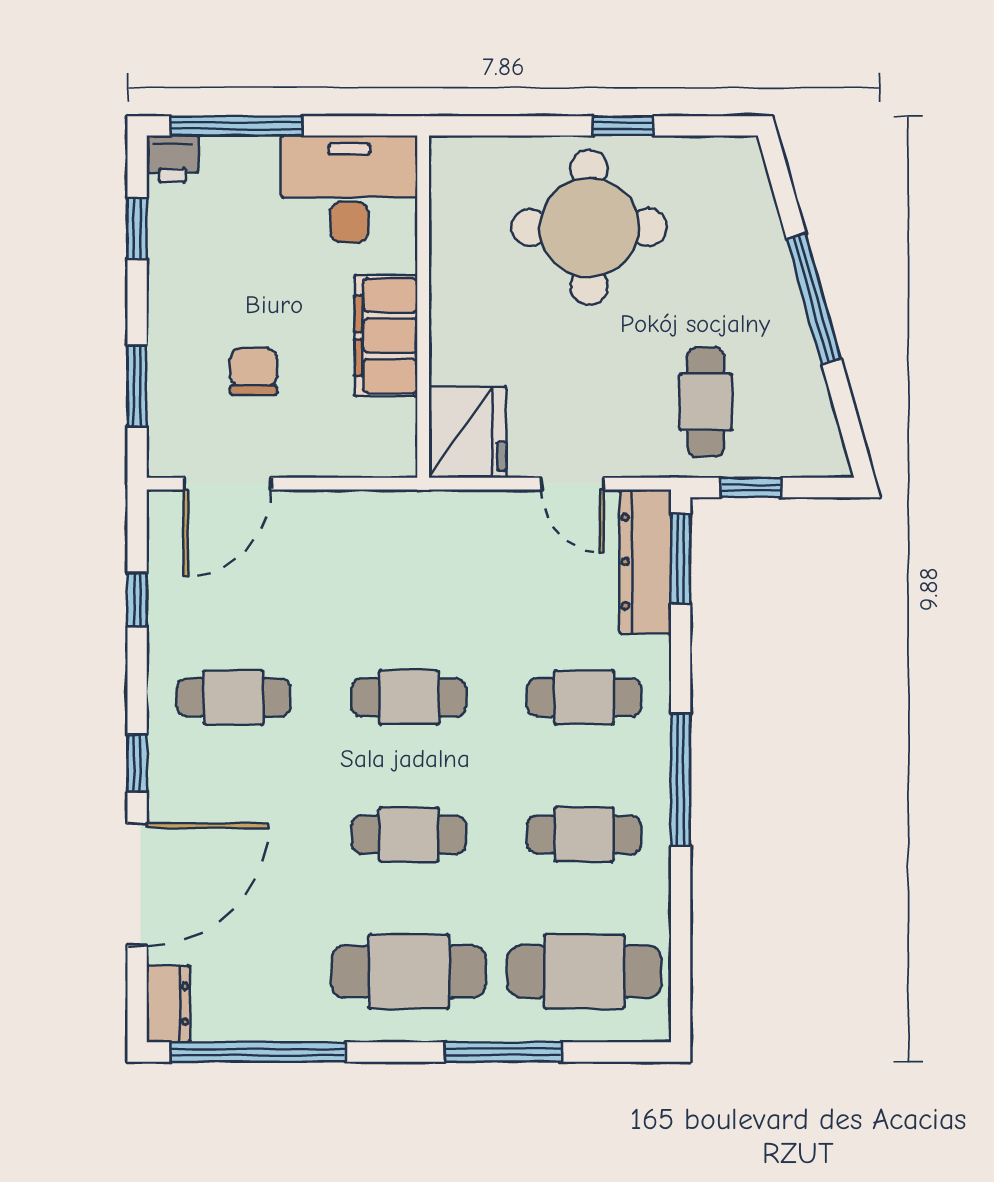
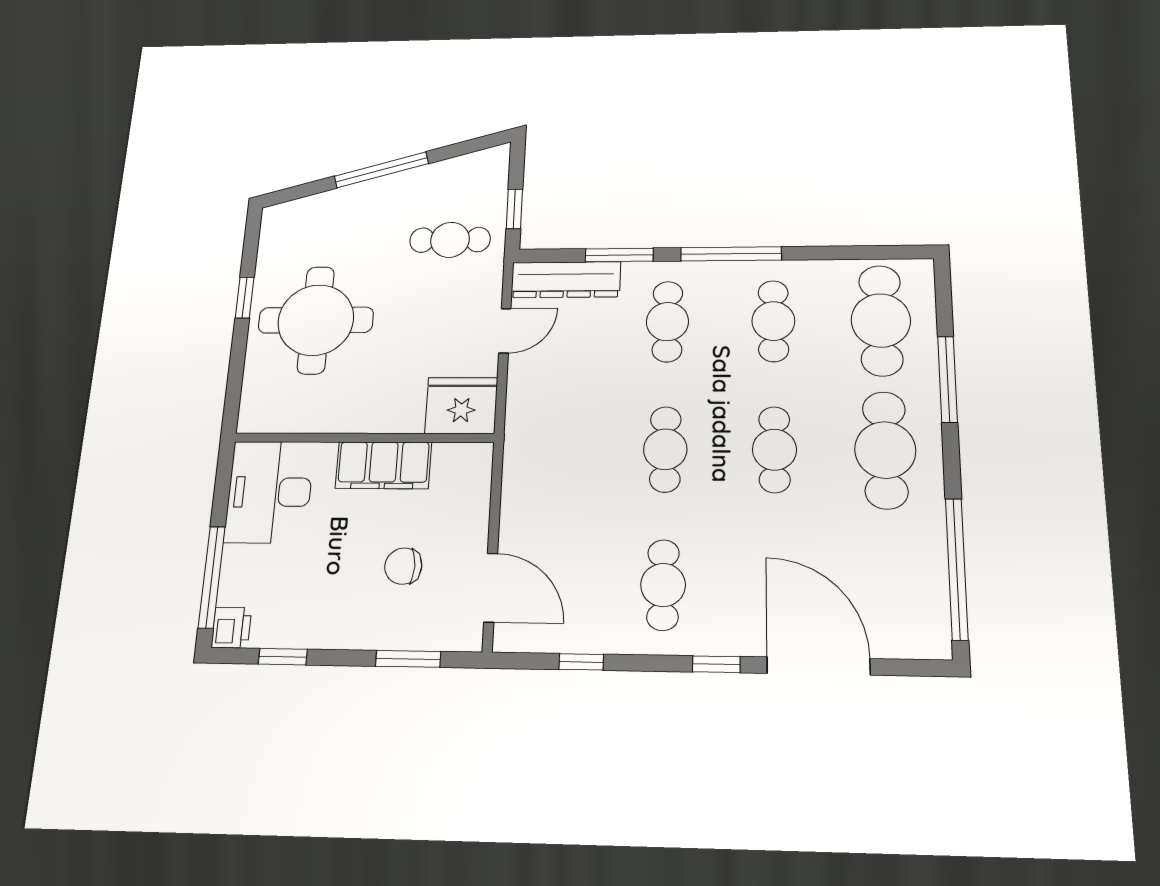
window: (681, 559) -> (619, 255), moved
dresser: (168, 1004) -> (919, 642), removed

